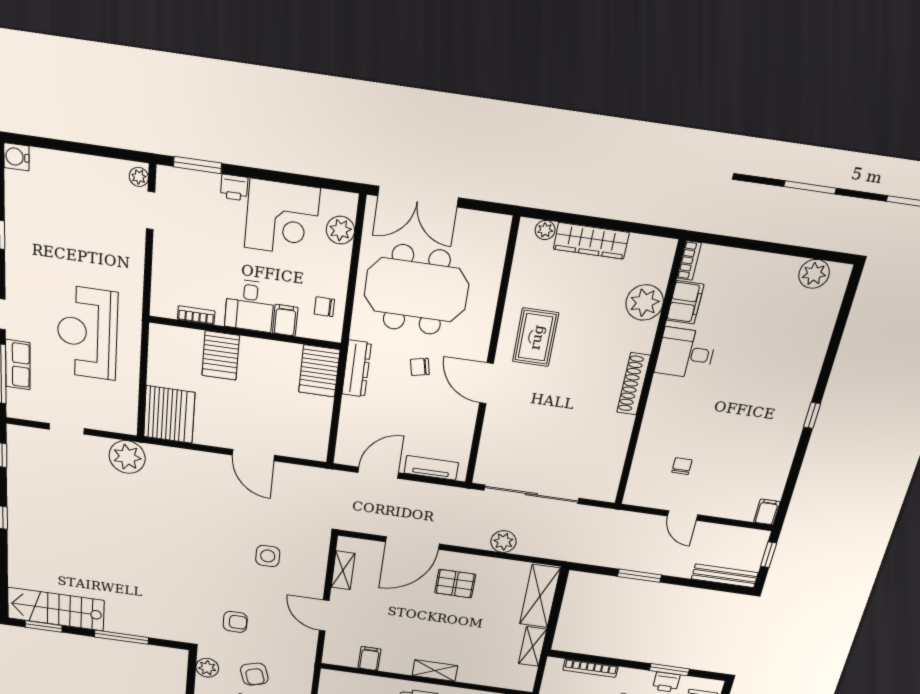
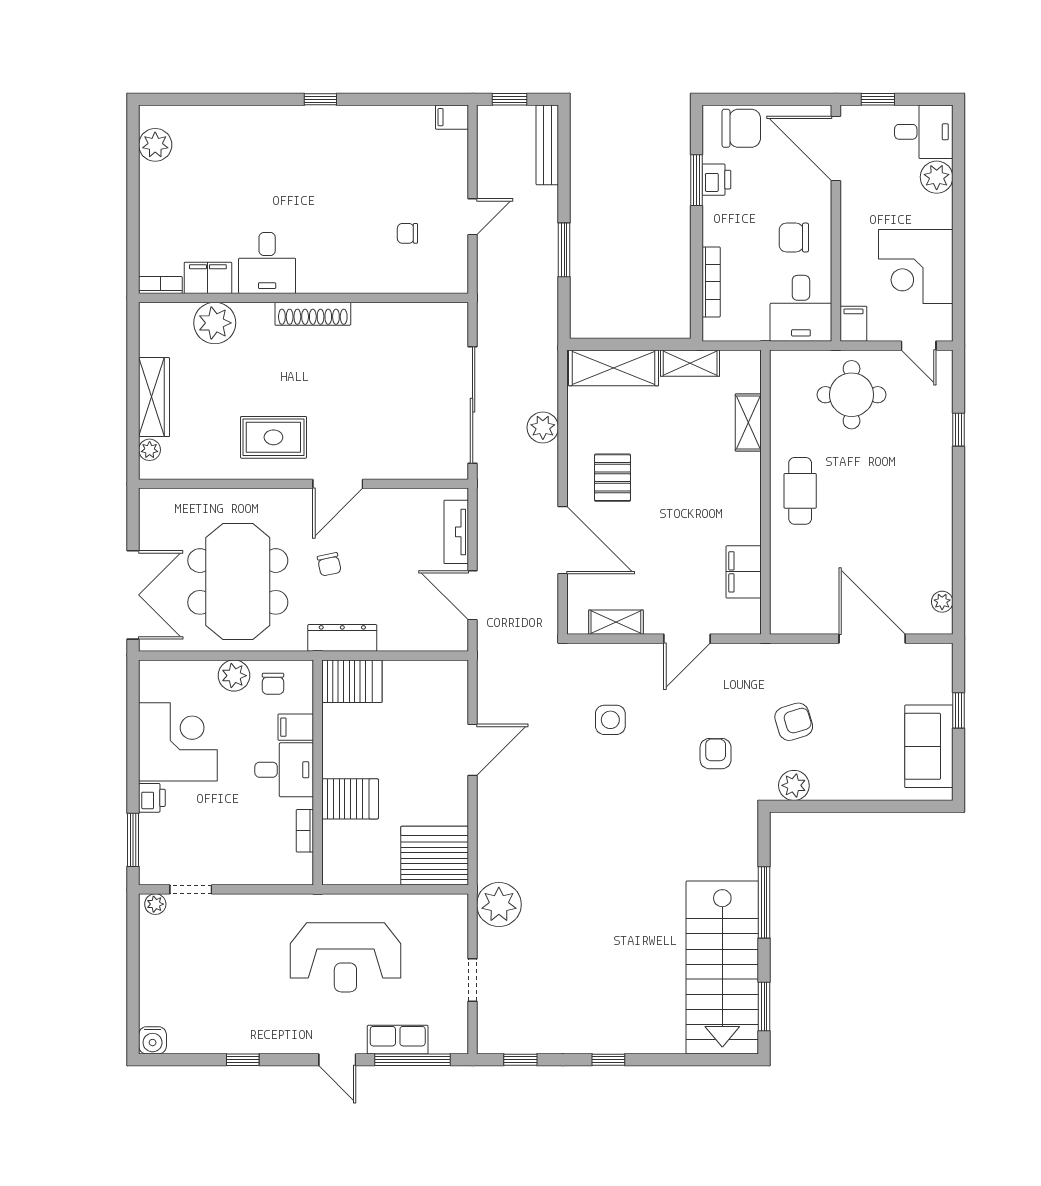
plant: (340, 230) -> (234, 676), moved
stairs: (56, 609) -> (722, 967), width x1.36, depth x1.51
filing cabinet: (369, 659) -> (744, 572), width x2.00
shelving: (435, 671) -> (748, 422), moved

